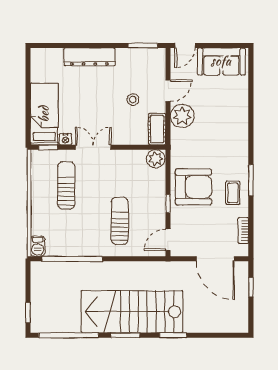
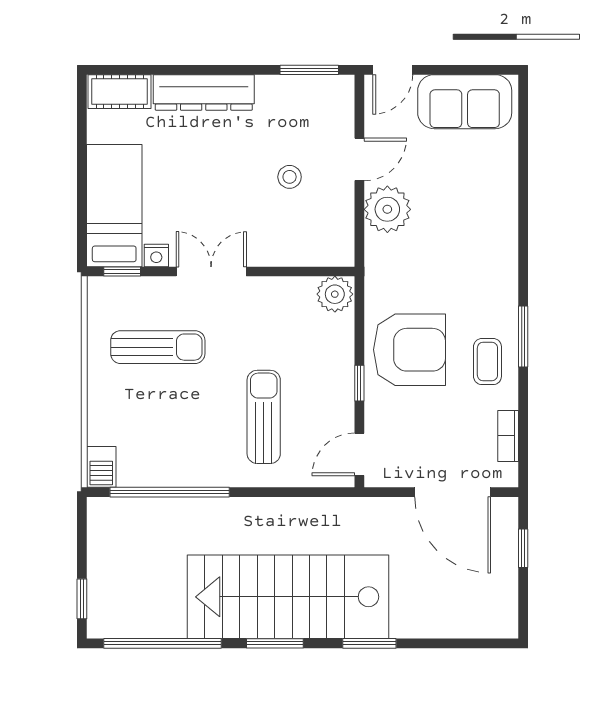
cot: (157, 129) -> (120, 92), moved, turned 90
sun lounger: (66, 186) -> (158, 347), turned 90

